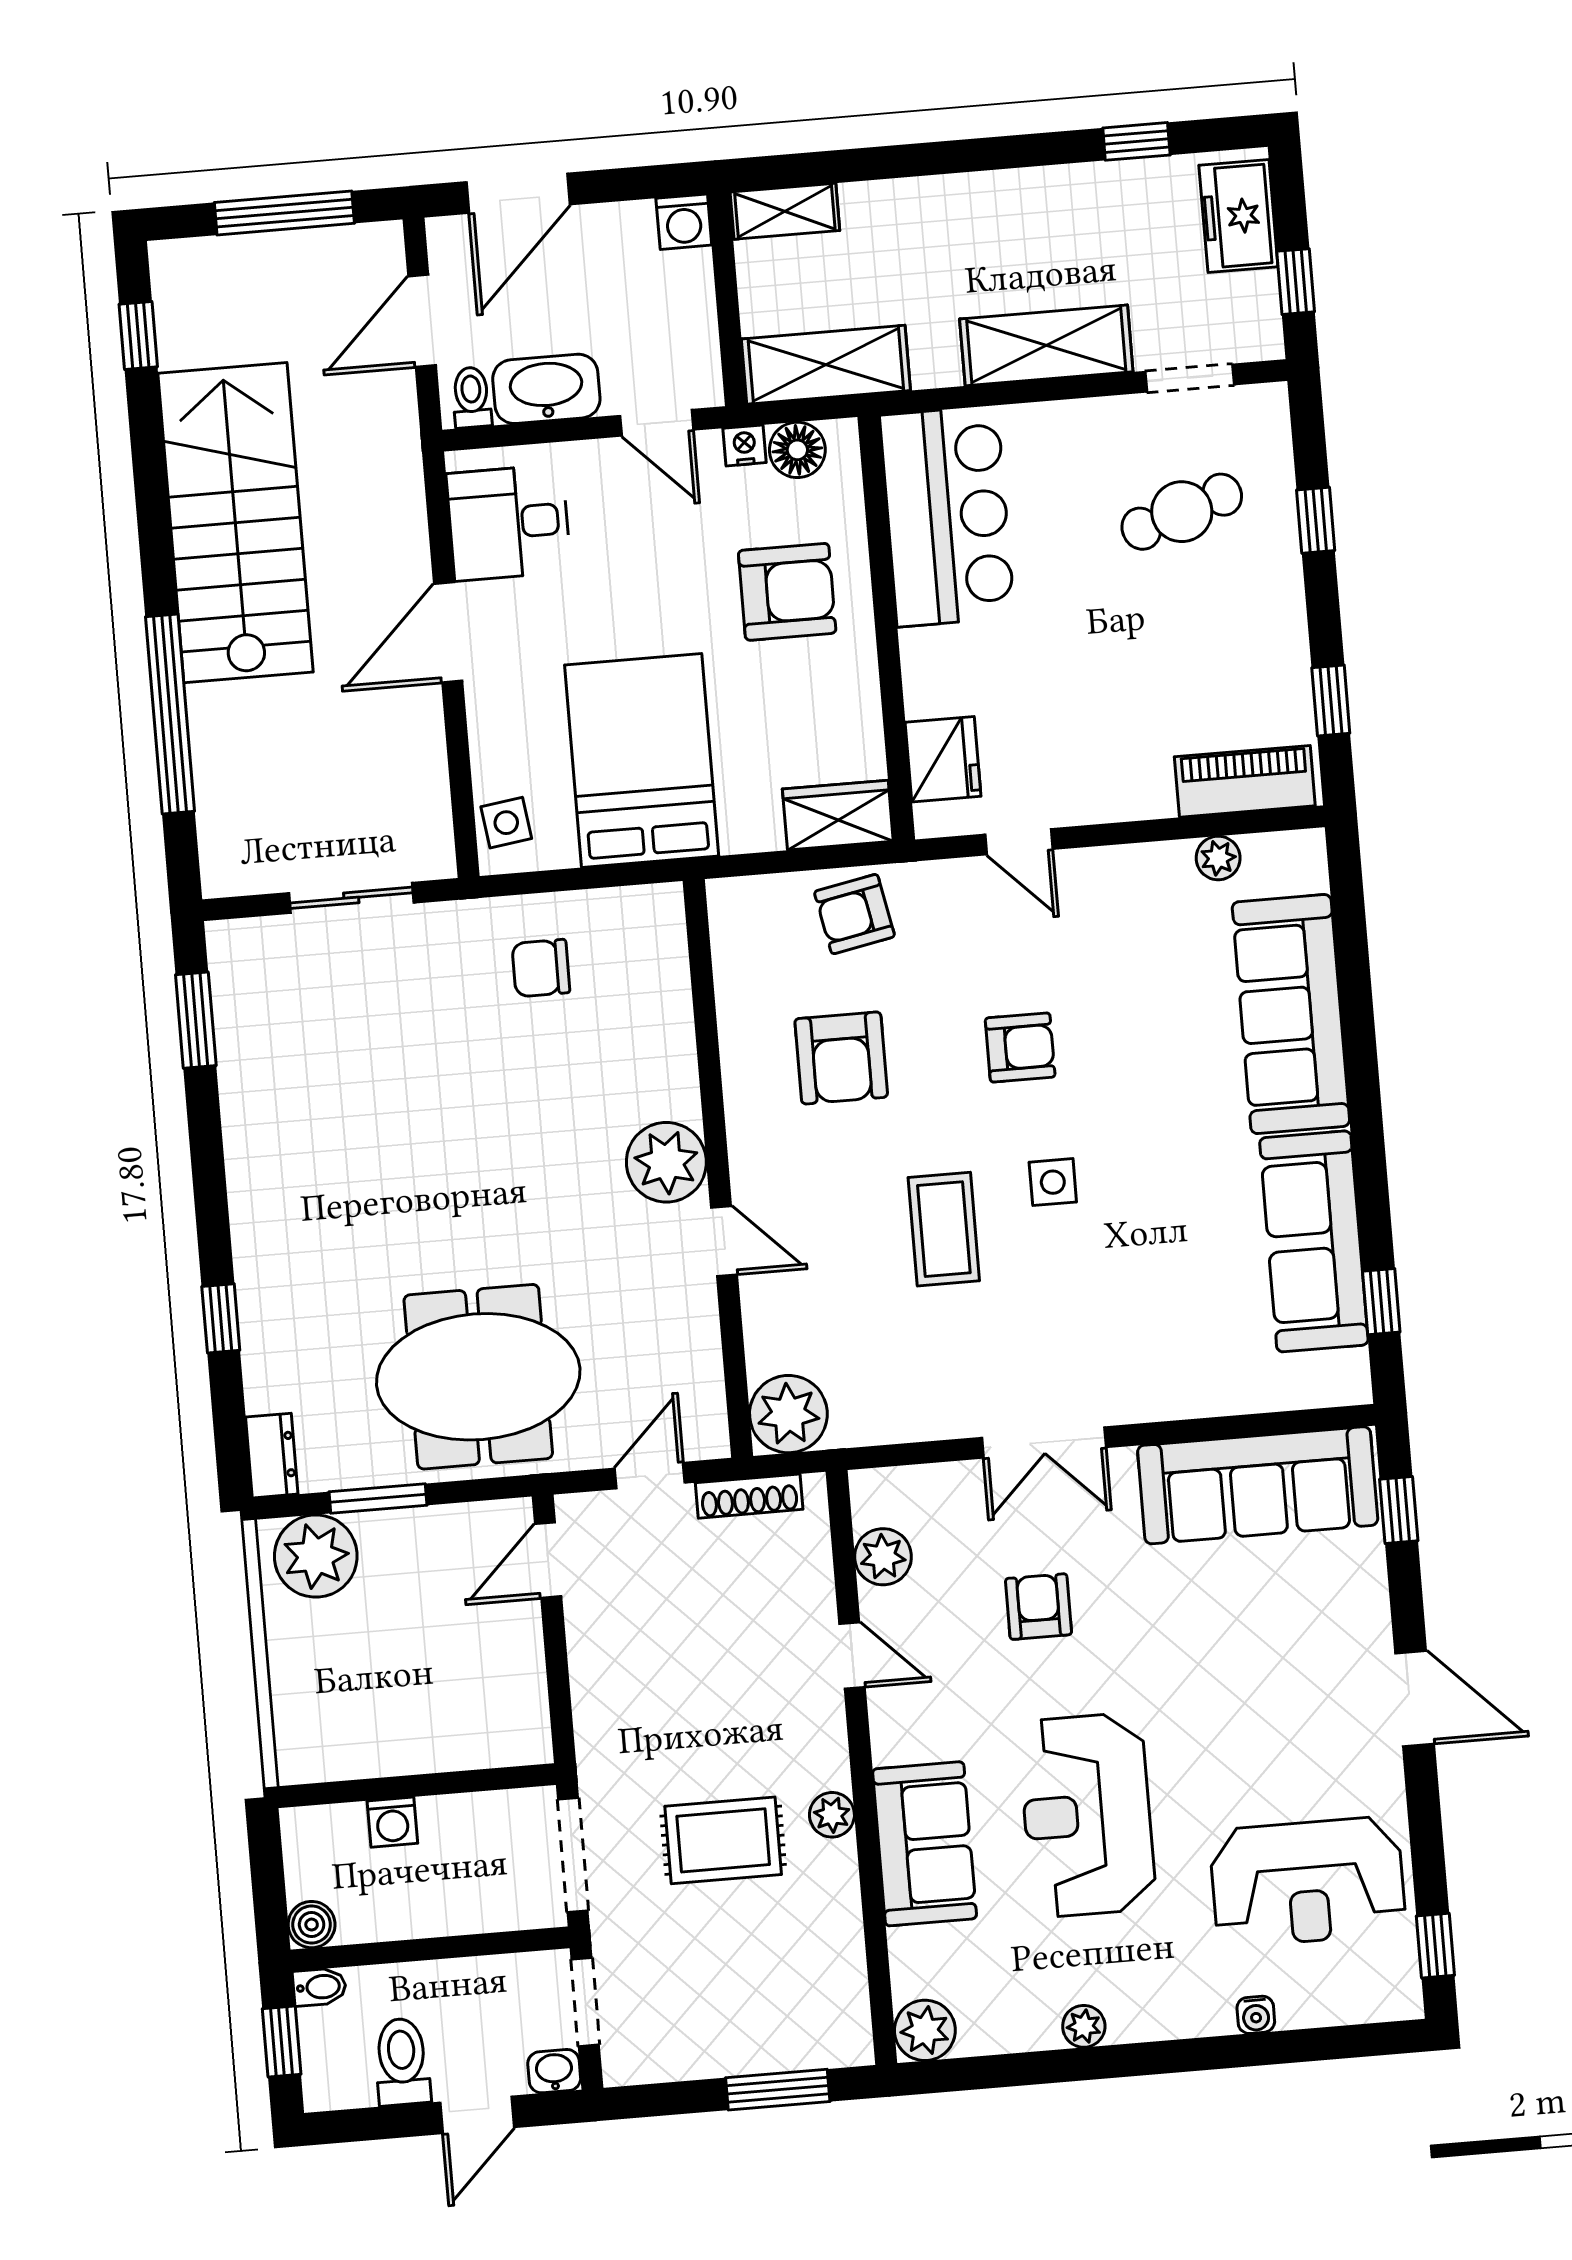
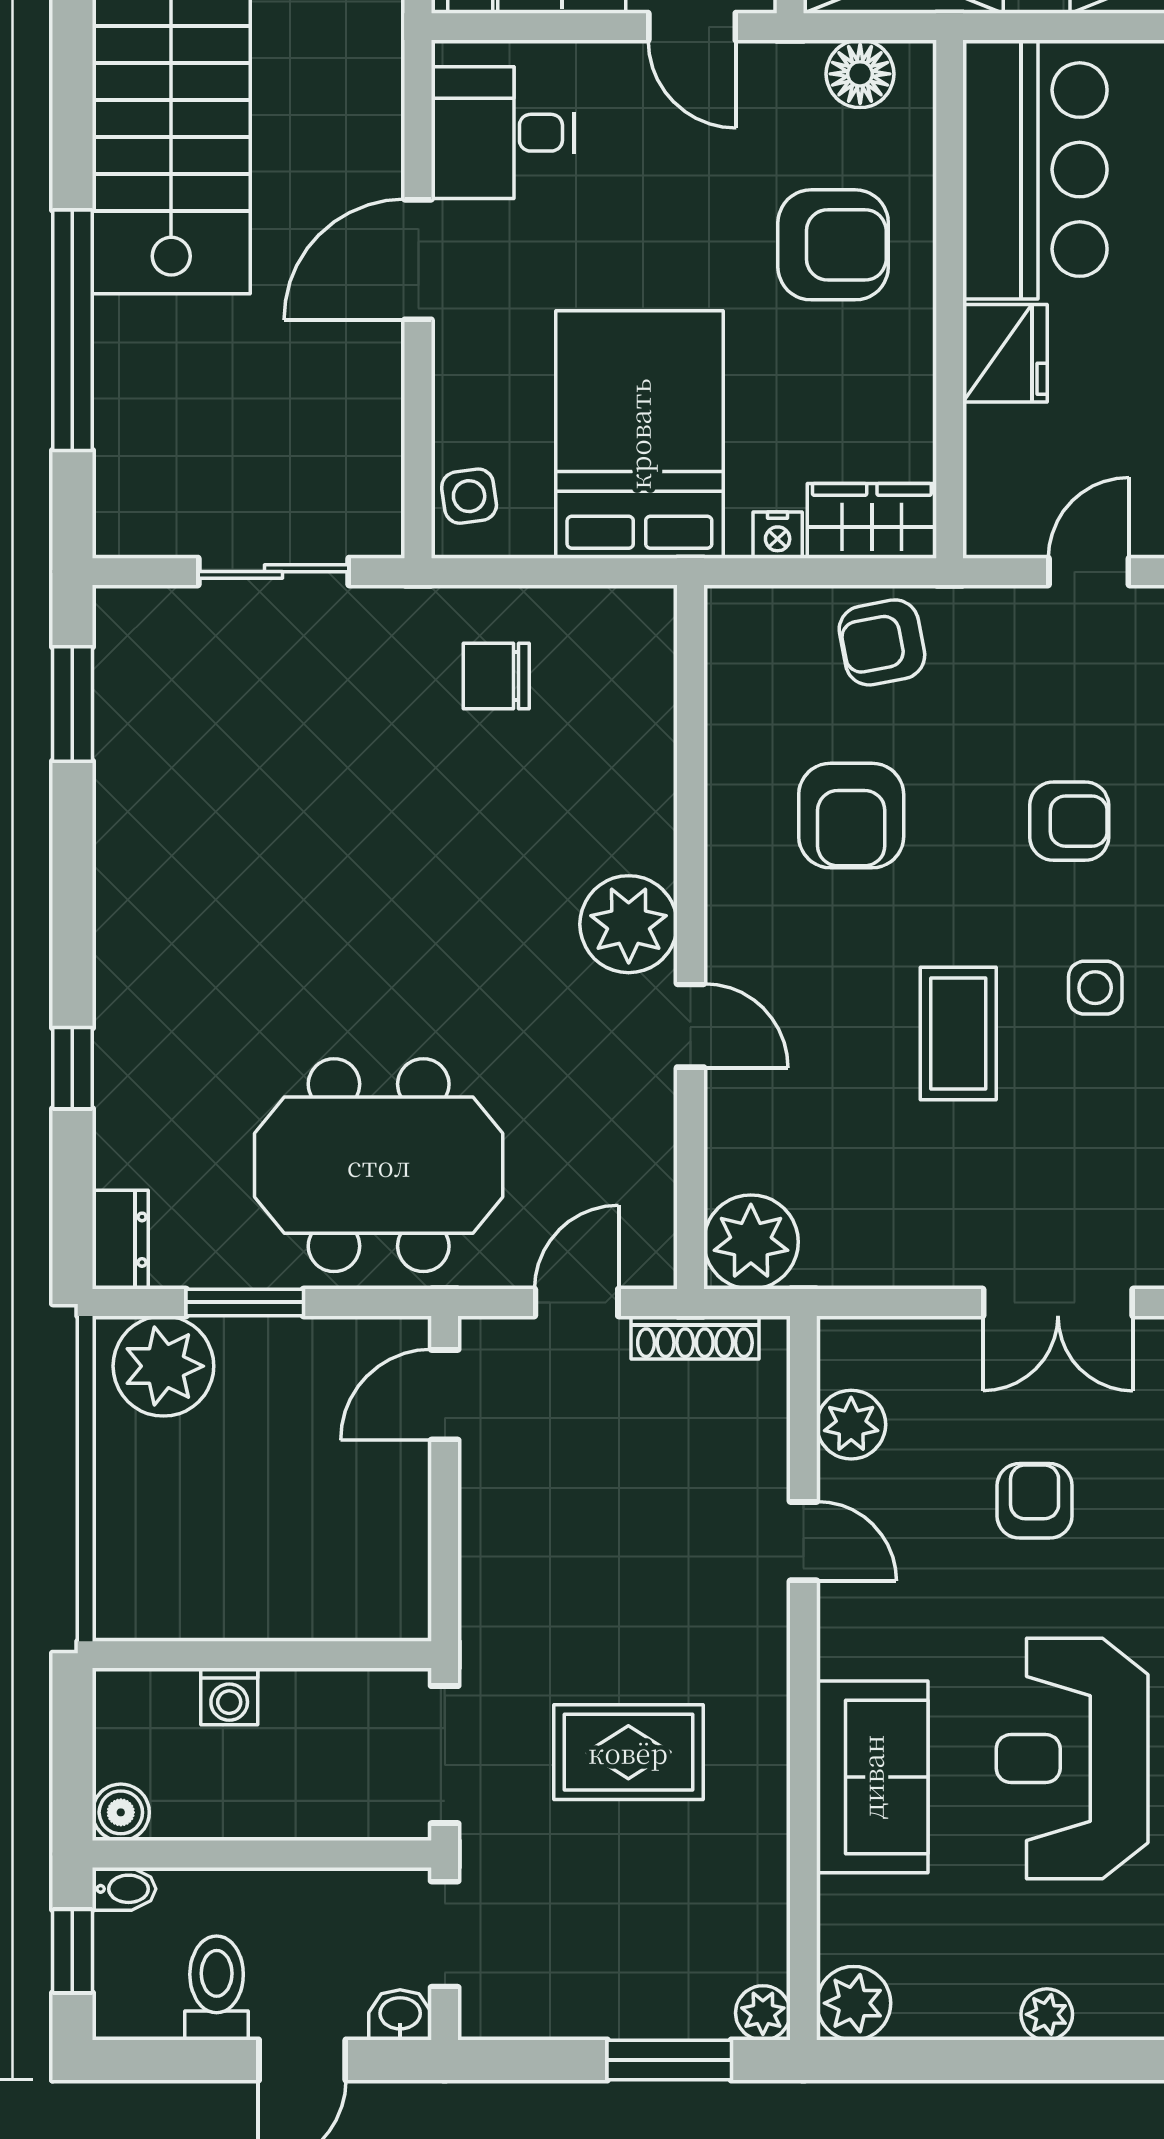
nightstand: (744, 445) -> (778, 535), moved, turned 180
fridge: (943, 759) -> (1005, 353), moved
door: (1019, 842) -> (1089, 572), swing flipped
plant: (832, 1815) -> (763, 2013), moved

